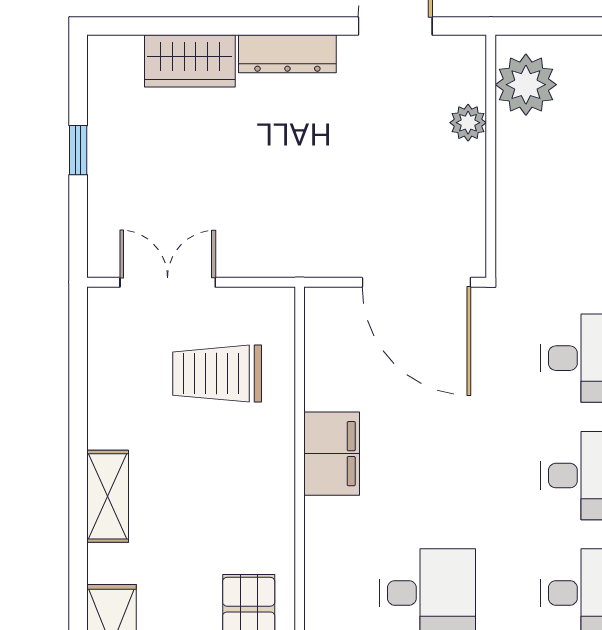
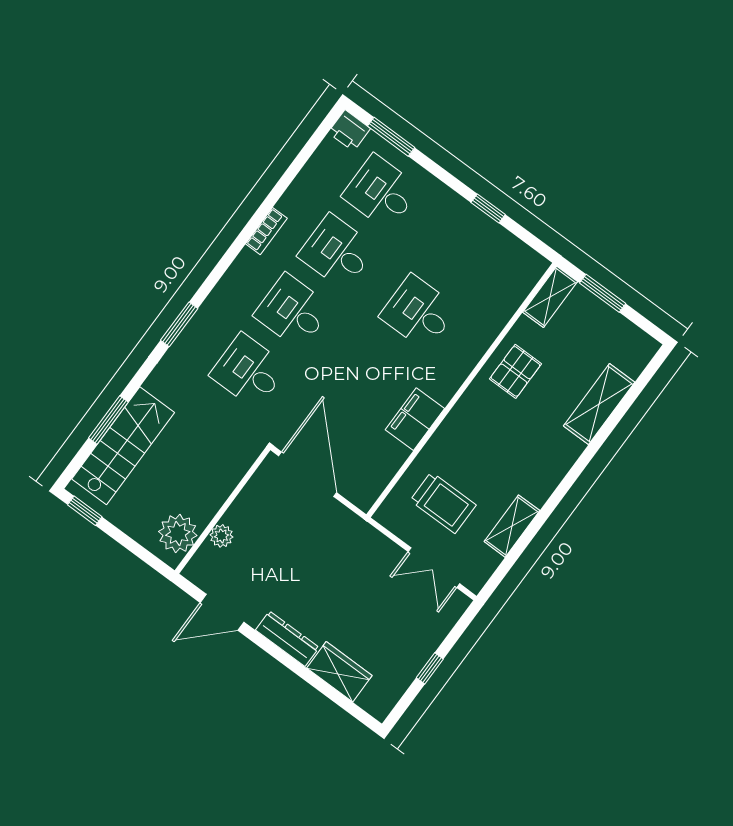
shelving: (108, 496) -> (512, 526), moved

